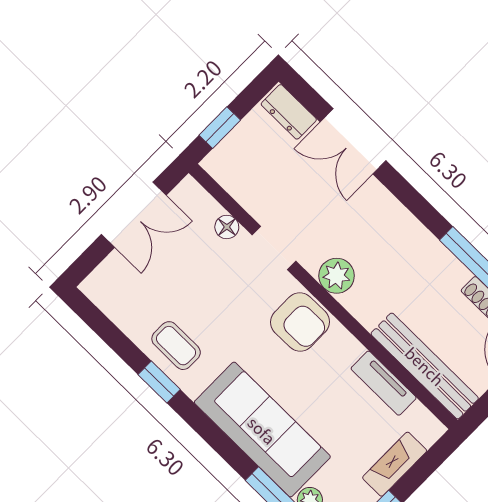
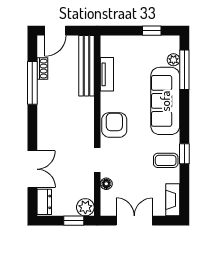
plant: (337, 276) -> (85, 207), moved
coffee table: (176, 346) -> (166, 160), turned 90
fireplace: (395, 464) -> (173, 200), moved, turned 90

